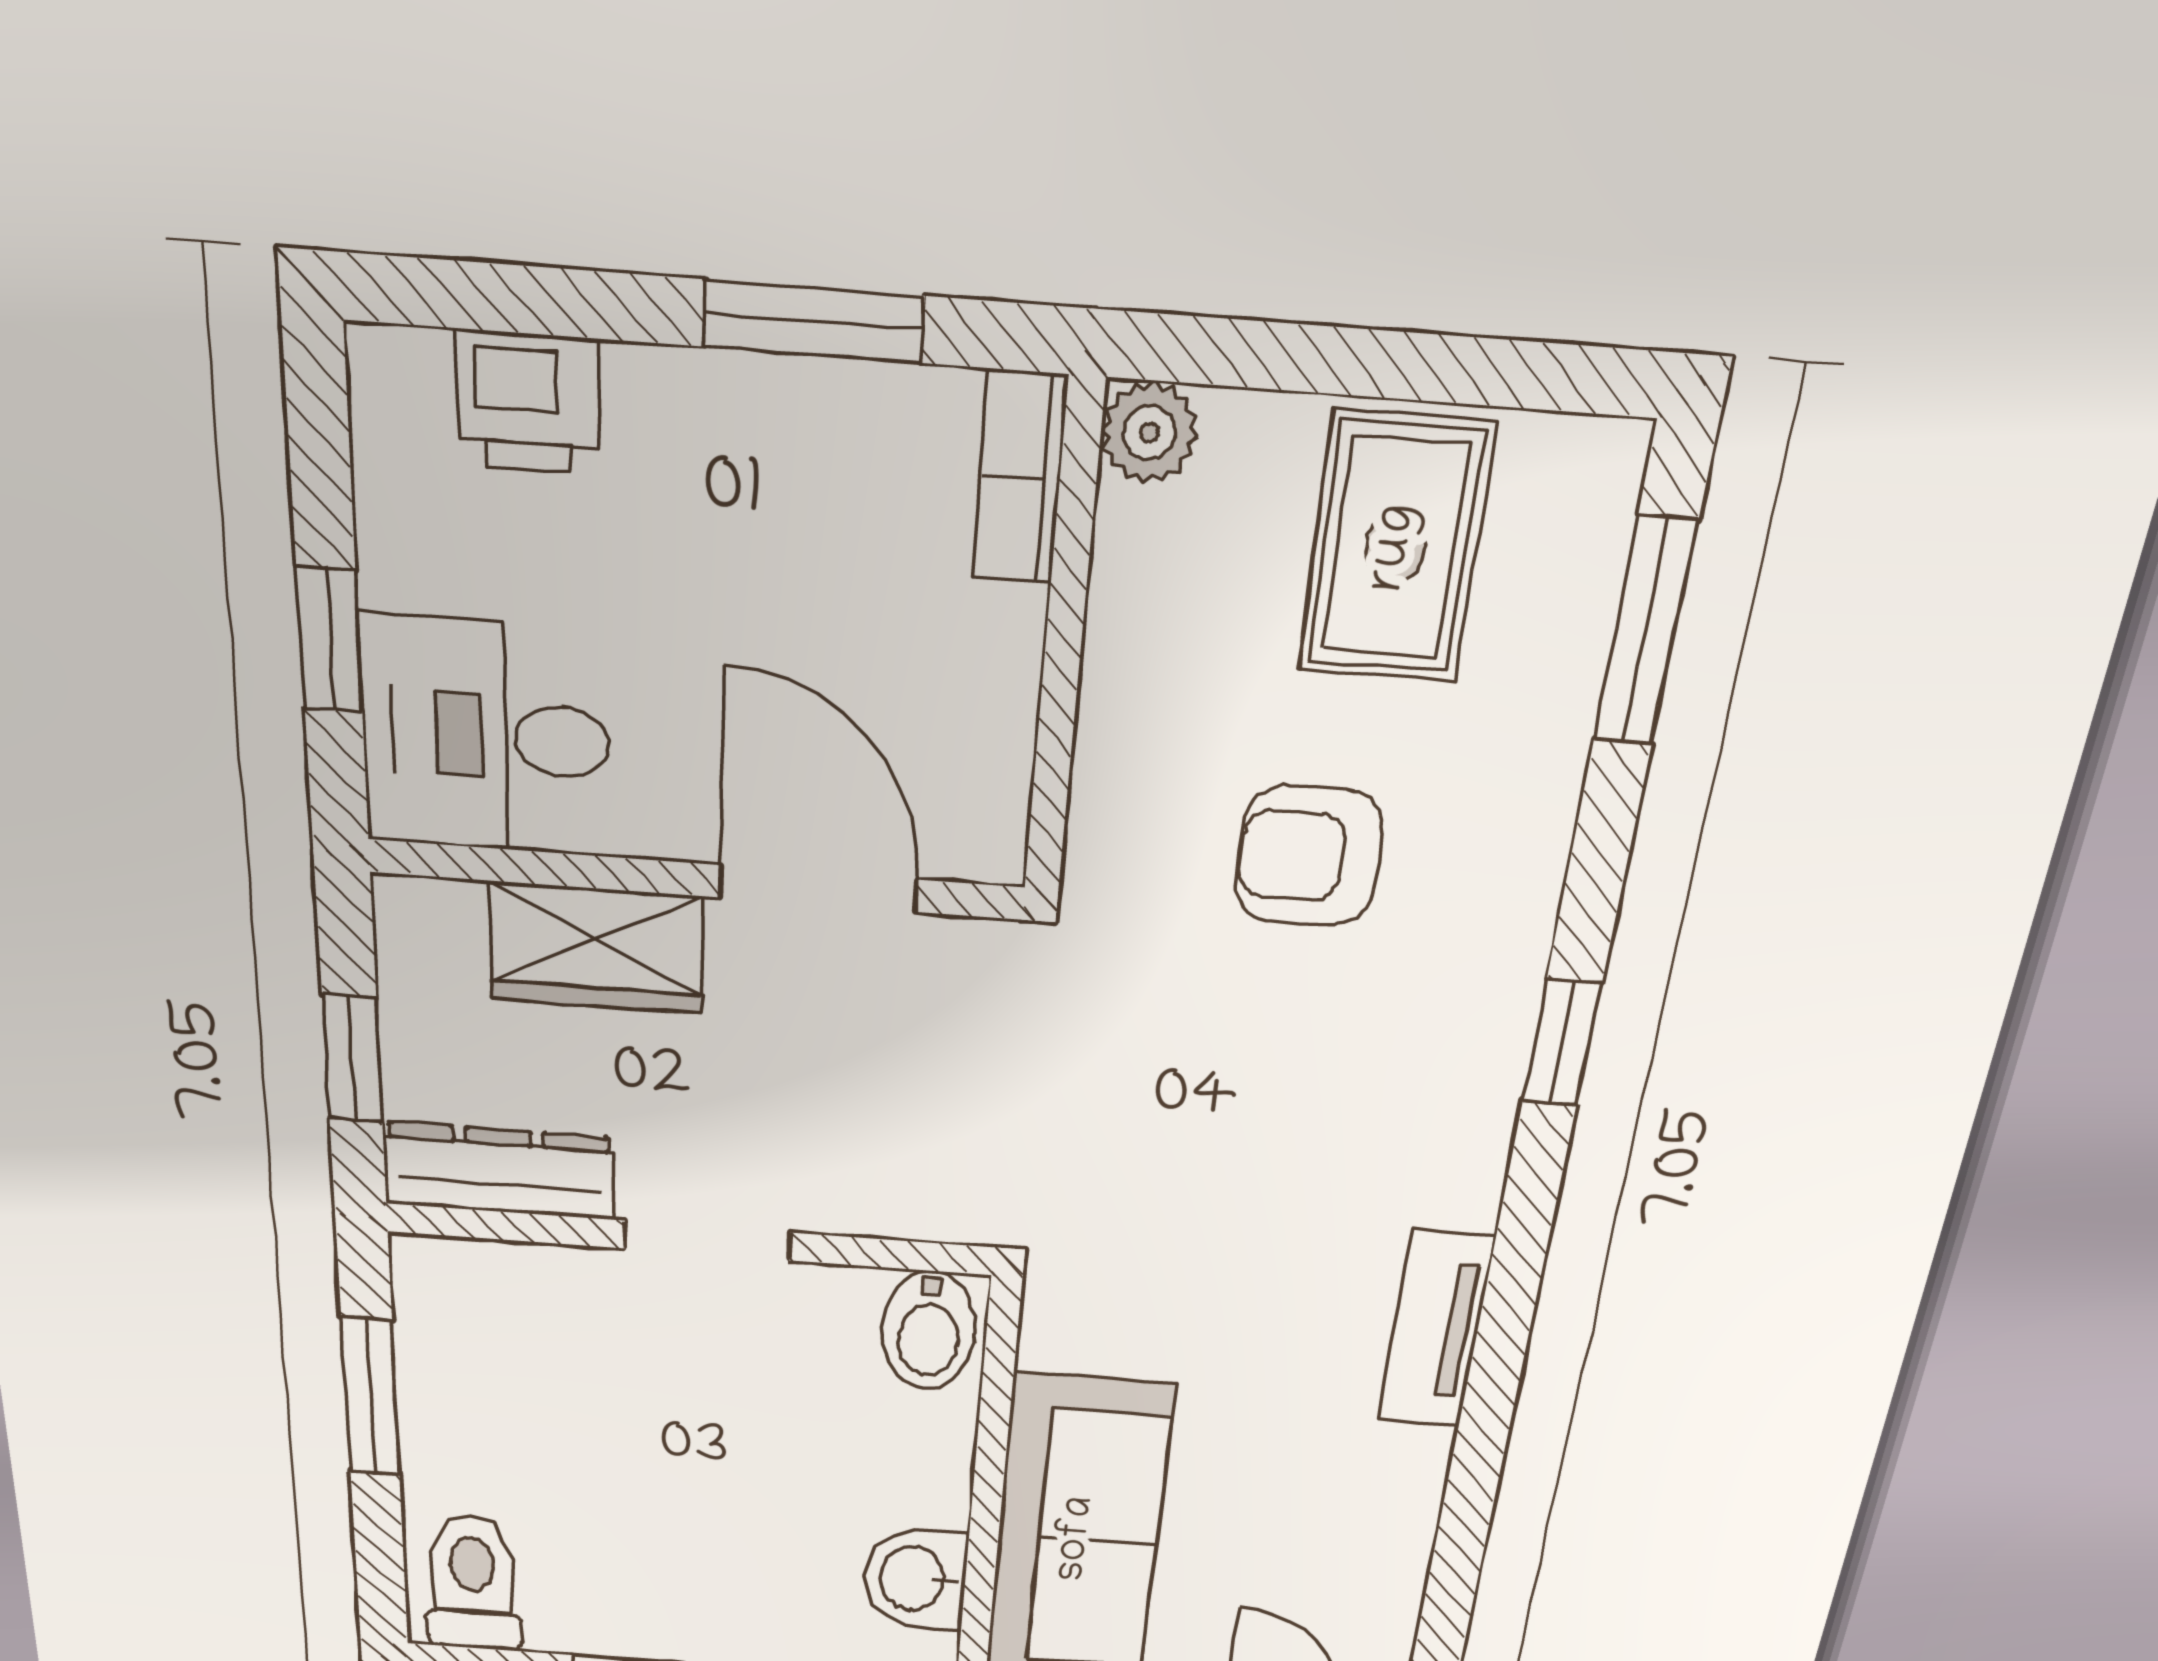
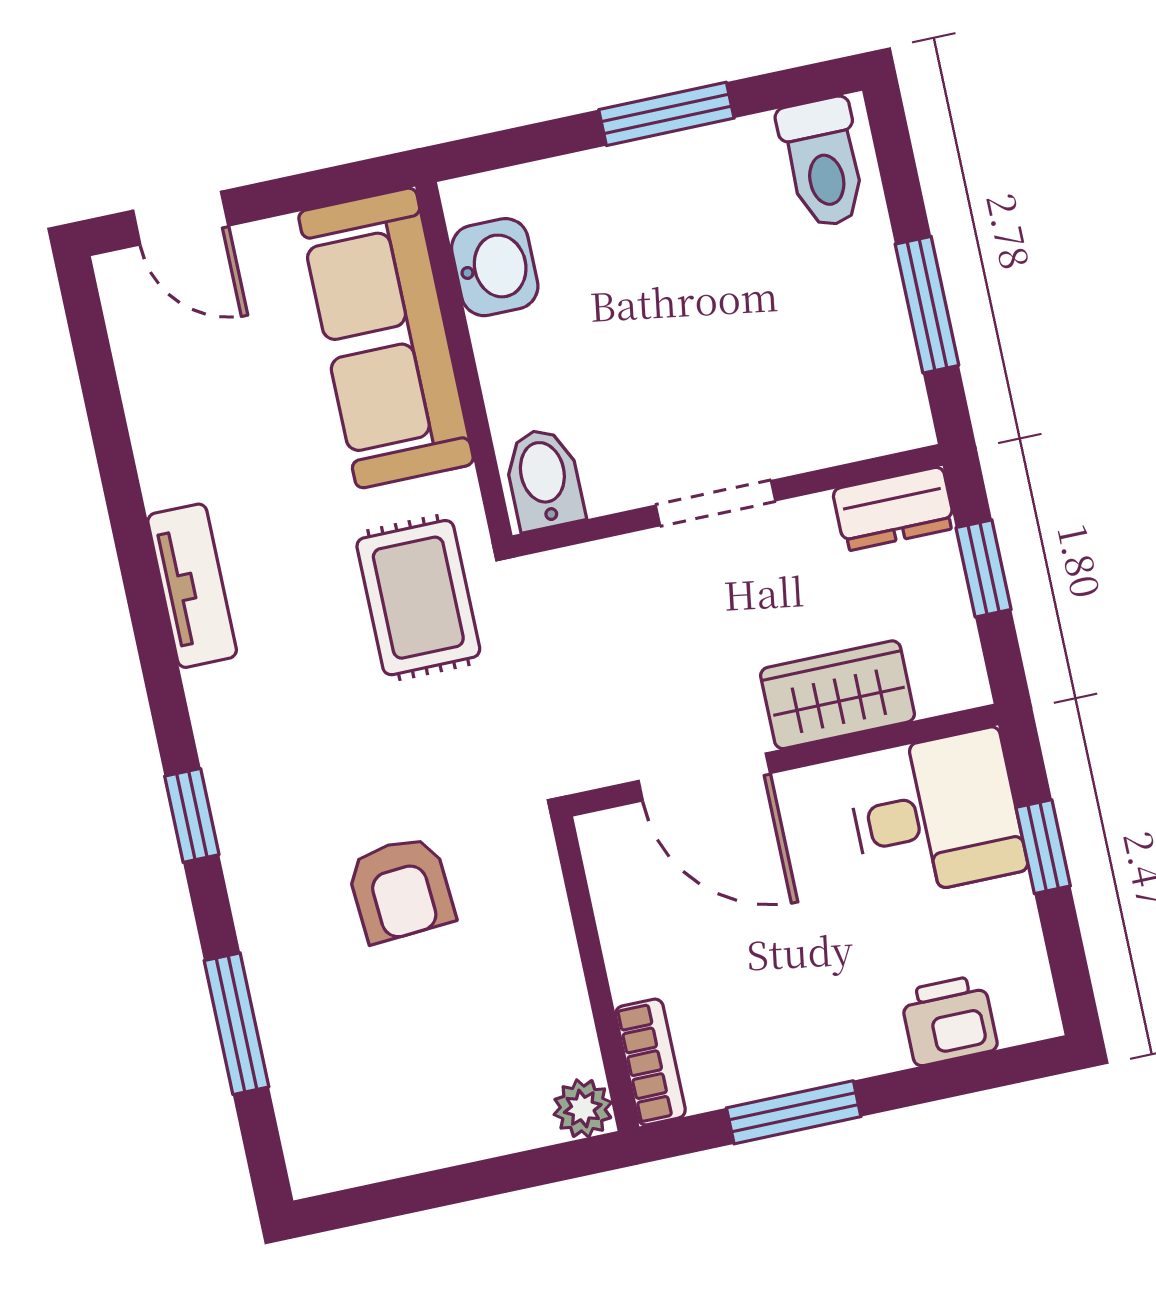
rug: (1395, 548) -> (418, 598), moved
window: (1645, 632) -> (236, 1024), moved
armchair: (1309, 856) -> (401, 889), turned 86
dresser: (499, 1171) -> (894, 509), width x0.70

